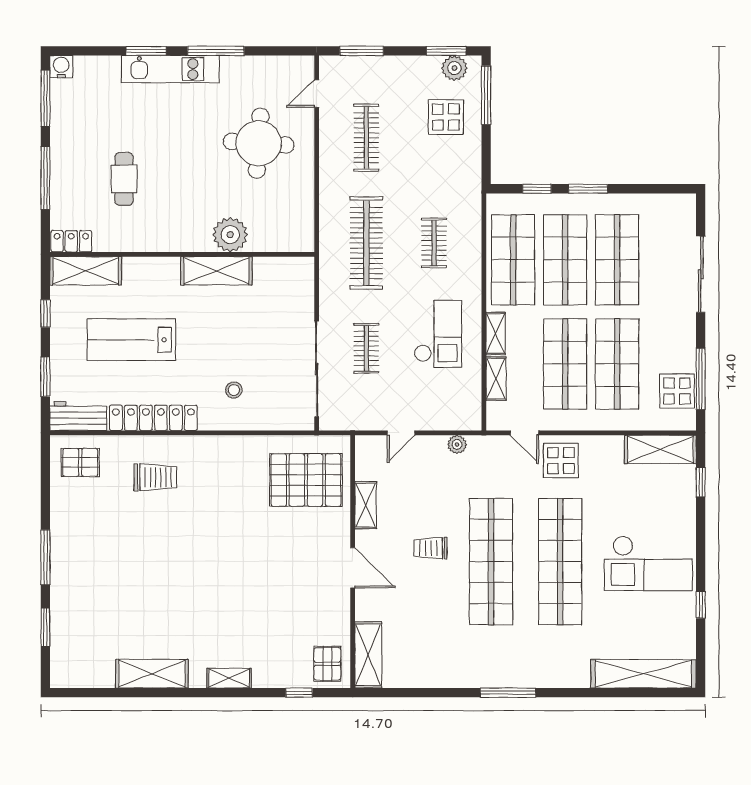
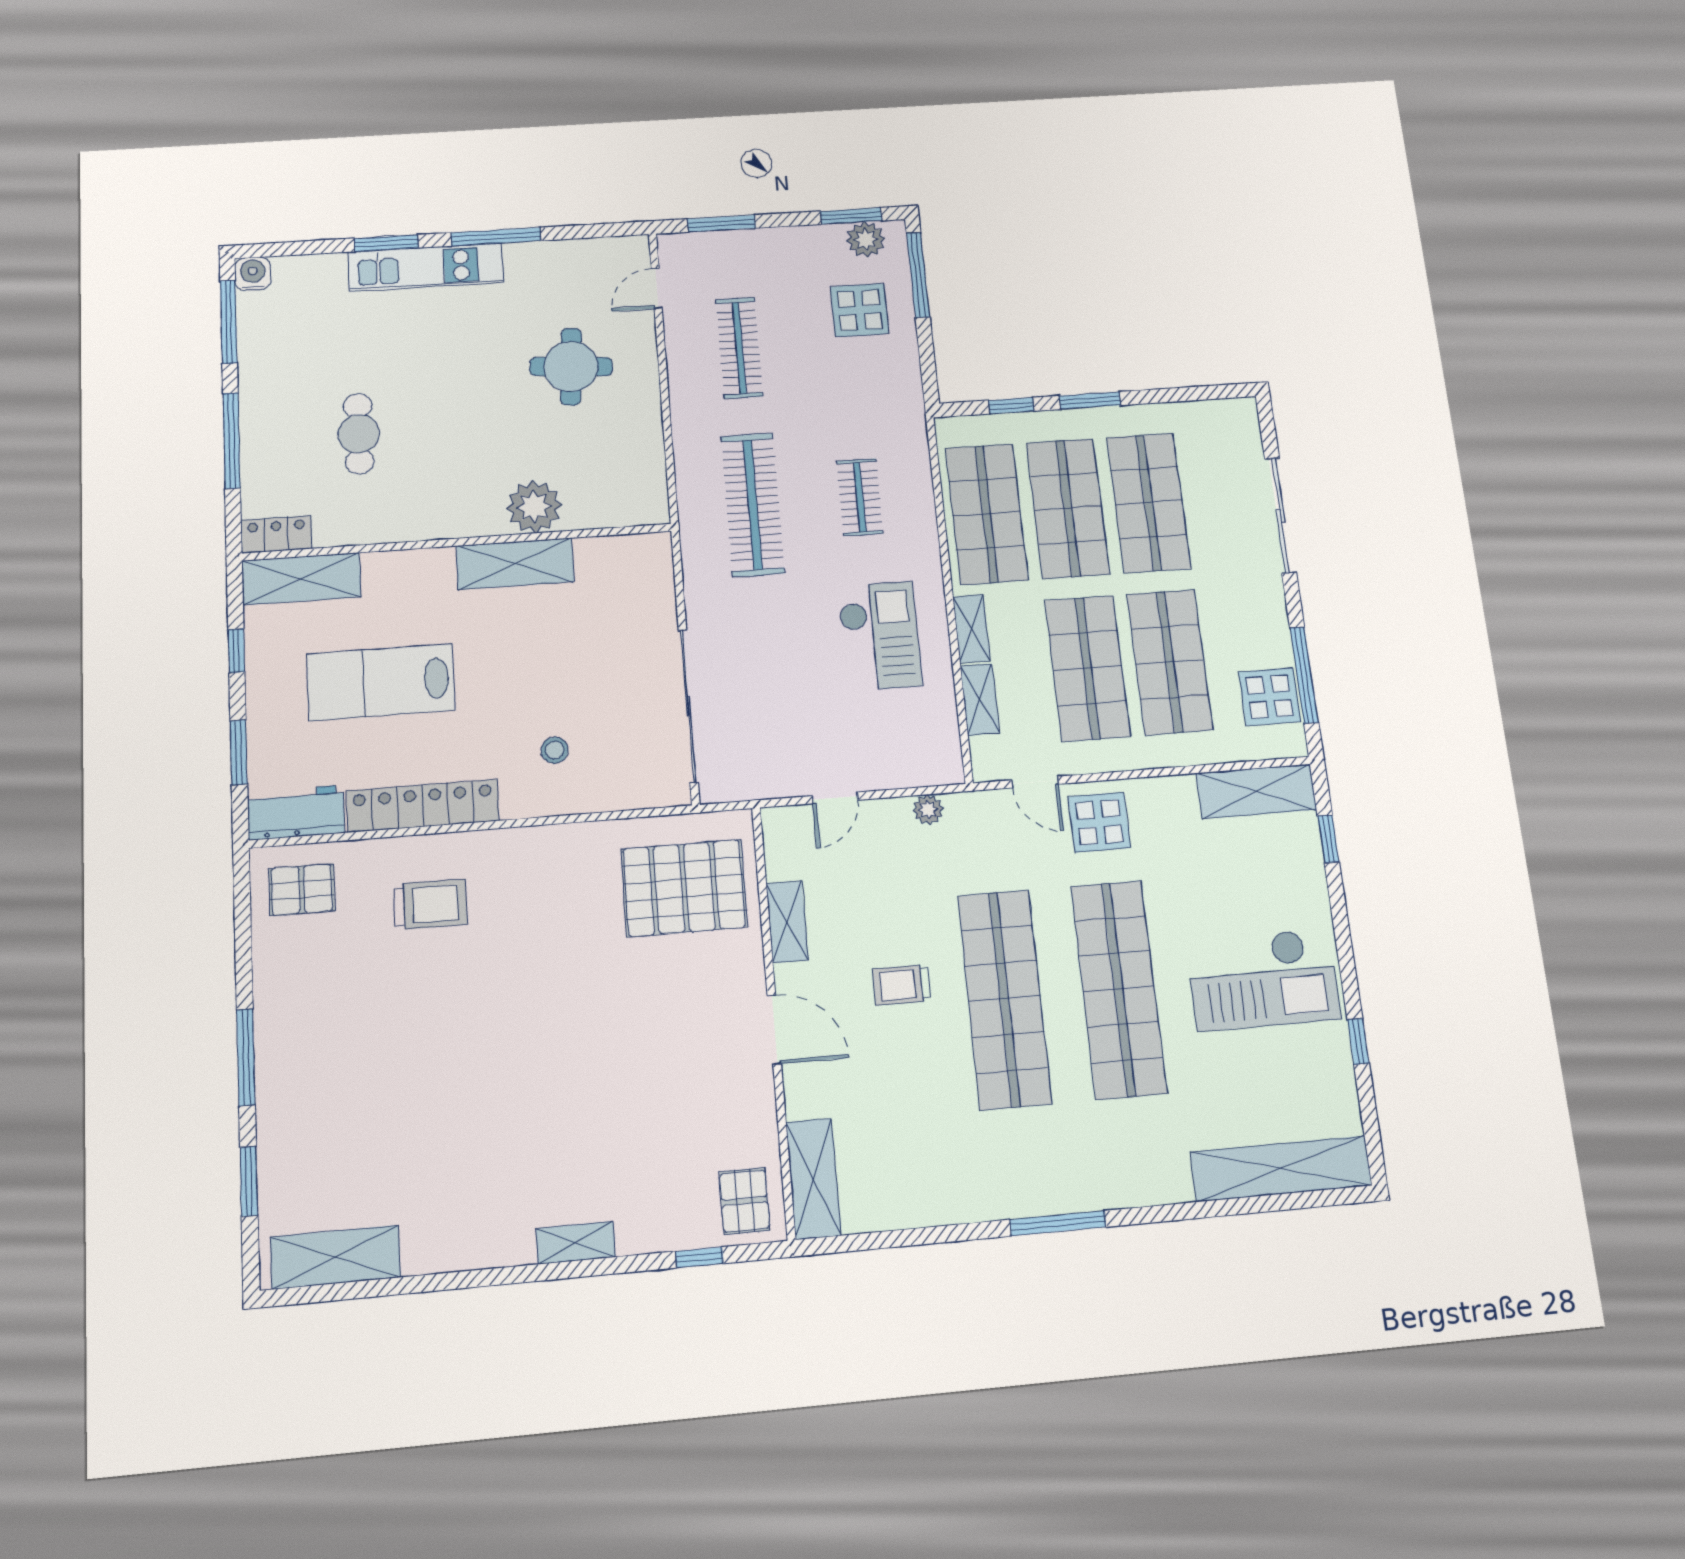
round table: (259, 143) -> (571, 367), width x0.73, depth x0.73
clothes rail: (366, 348) -> (766, 667), removed
shelving: (152, 674) -> (335, 1257), moved

